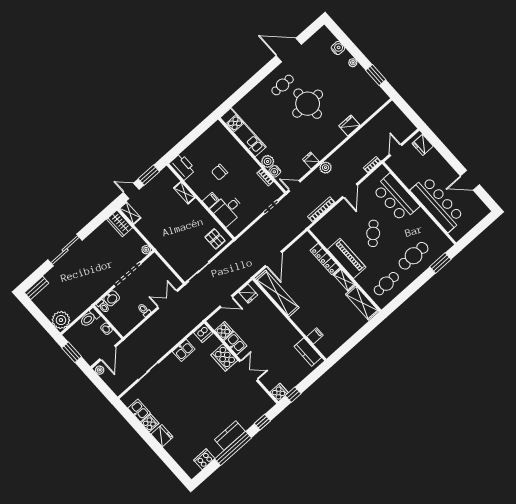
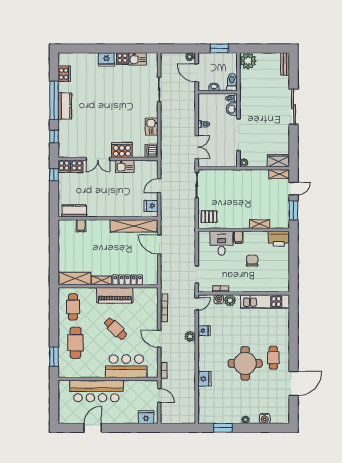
cooker: (224, 331) -> (77, 166), moved

